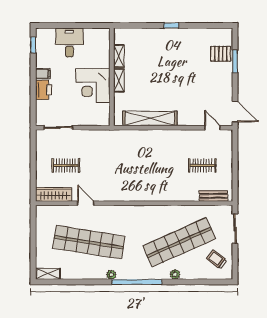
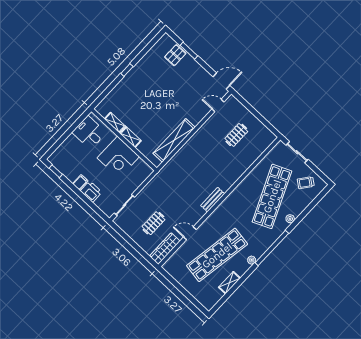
desk: (69, 43) -> (89, 132), moved
bench: (213, 196) -> (213, 200), moved
shelving: (48, 274) -> (229, 283), moved

